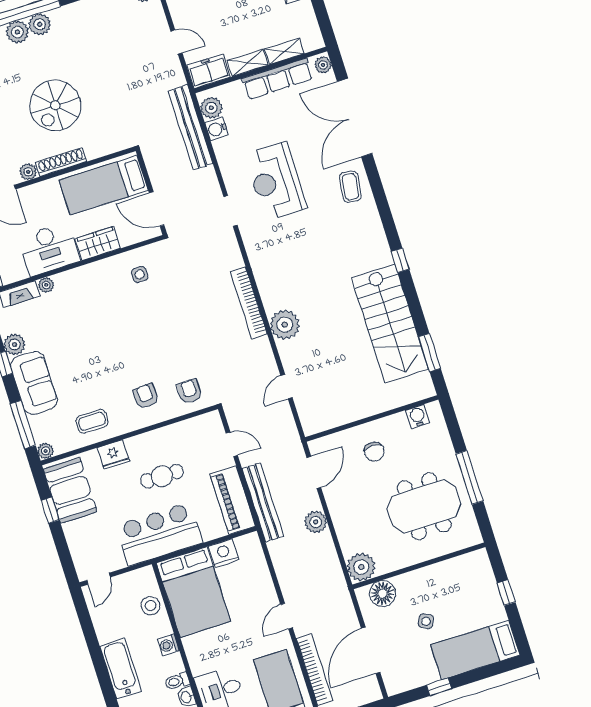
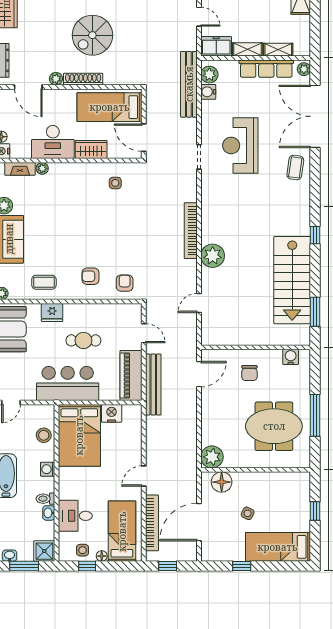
armchair: (146, 396) -> (91, 276), turned -87
plant: (316, 522) -> (188, 412), removed

